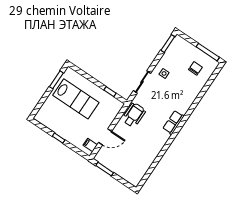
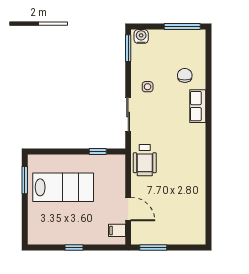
water cooler: (180, 42) -> (141, 36), added
chair: (195, 68) -> (185, 75), moved
wheelchair: (134, 115) -> (145, 160), turned 180
row of seats: (173, 122) -> (198, 106), moved
door: (105, 137) -> (128, 209), hinge flipped

